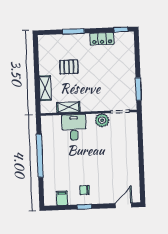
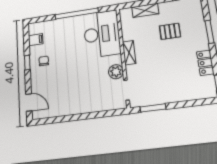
pallet: (69, 67) -> (170, 31), turned 90
shelving: (68, 107) -> (129, 53), moved
desk: (74, 127) -> (102, 34), width x1.87, depth x1.30

